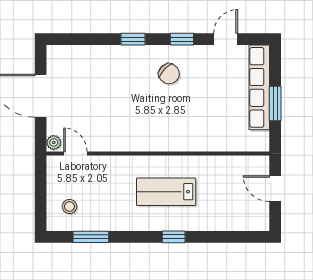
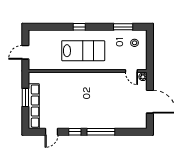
window: (133, 39) -> (101, 132), width x2.17
chair: (169, 74) -> (82, 113), removed
door: (275, 189) -> (25, 52), swing flipped
lab bench: (166, 192) -> (83, 51), width x1.36, depth x1.39

